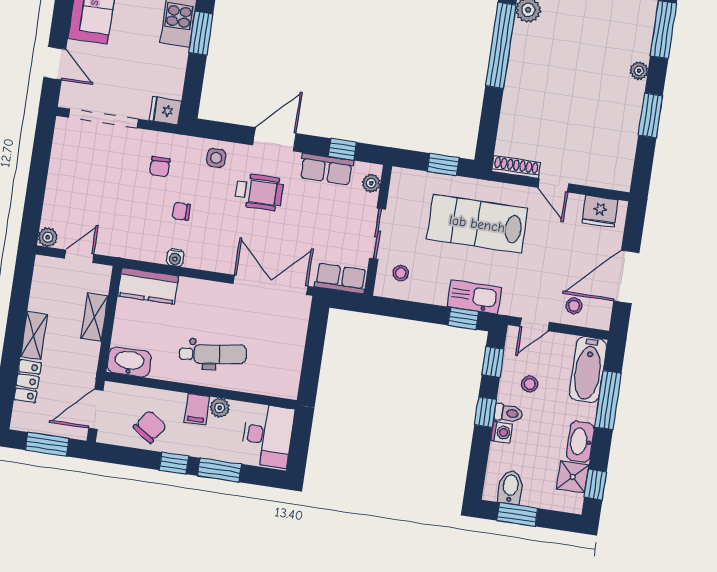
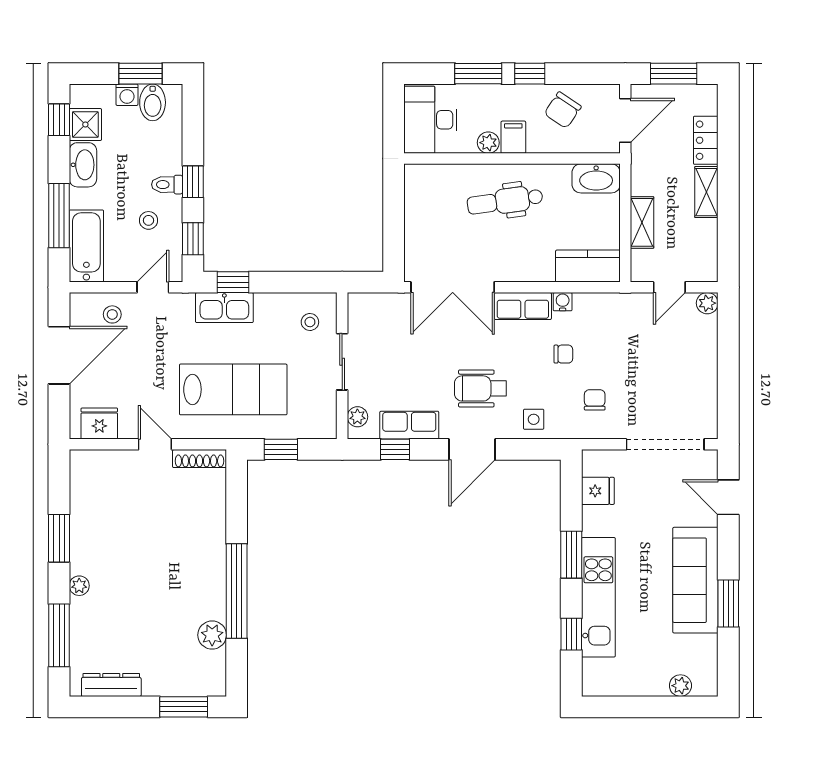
fridge: (165, 111) -> (598, 491), moved
row of seats: (341, 278) -> (523, 306), moved
washing machine: (501, 432) -> (127, 95), moved, turned -90

